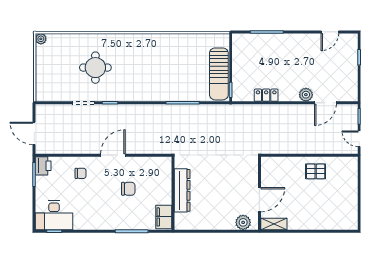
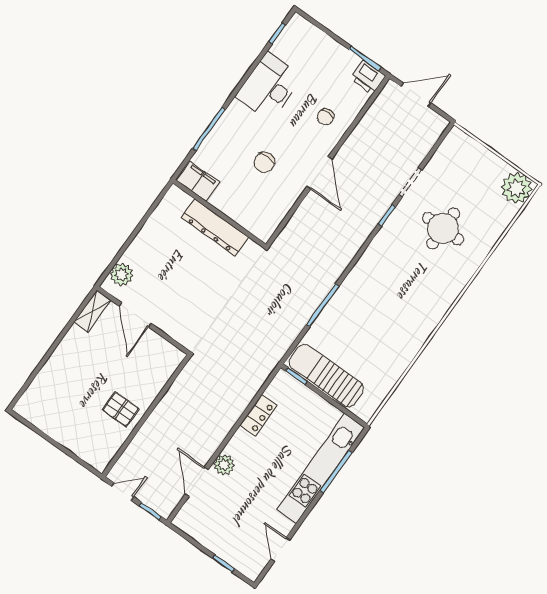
plant: (41, 39) -> (516, 188), width x1.87, depth x1.87
kitchen unit: (271, 41) -> (321, 468), added
pallet: (316, 171) -> (121, 409), turned 90
desk: (54, 215) -> (269, 87), moved

